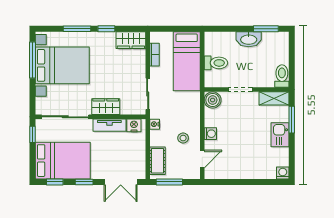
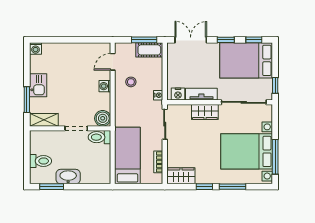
toilet: (216, 63) -> (99, 137), moved
toilet: (282, 76) -> (41, 161), moved, turned -90
cot: (157, 161) -> (149, 50), moved, turned 90

